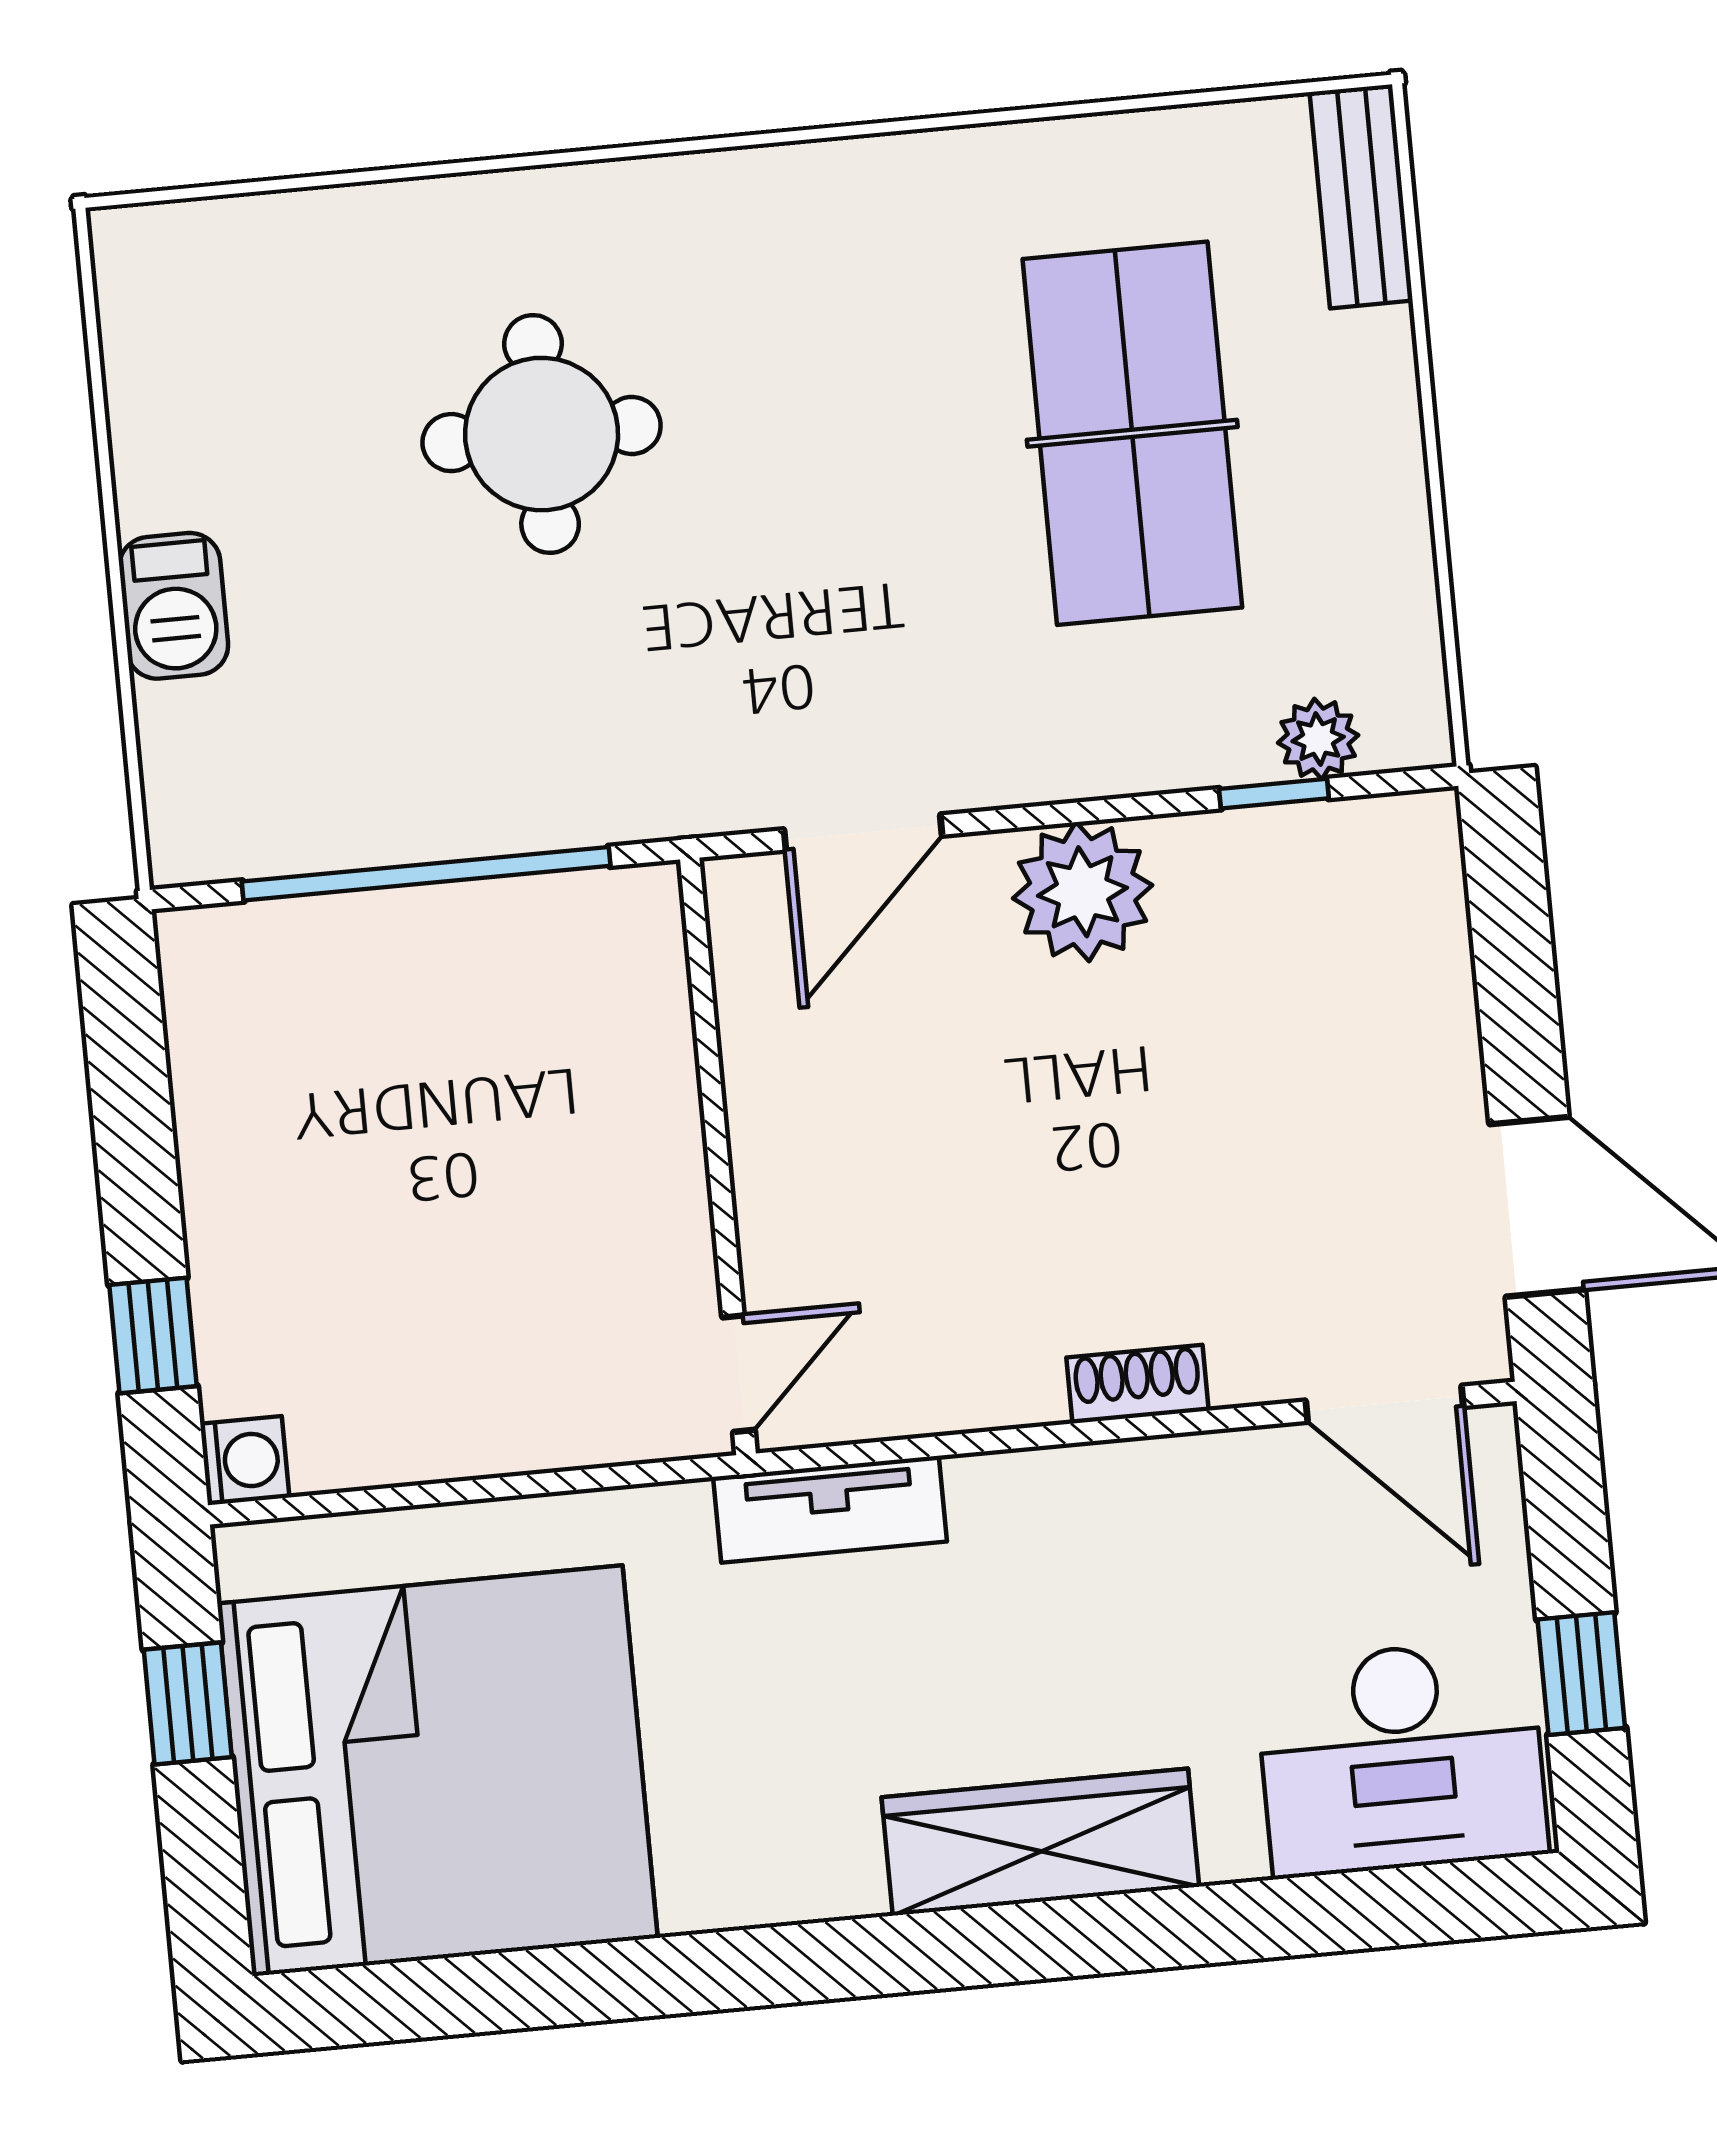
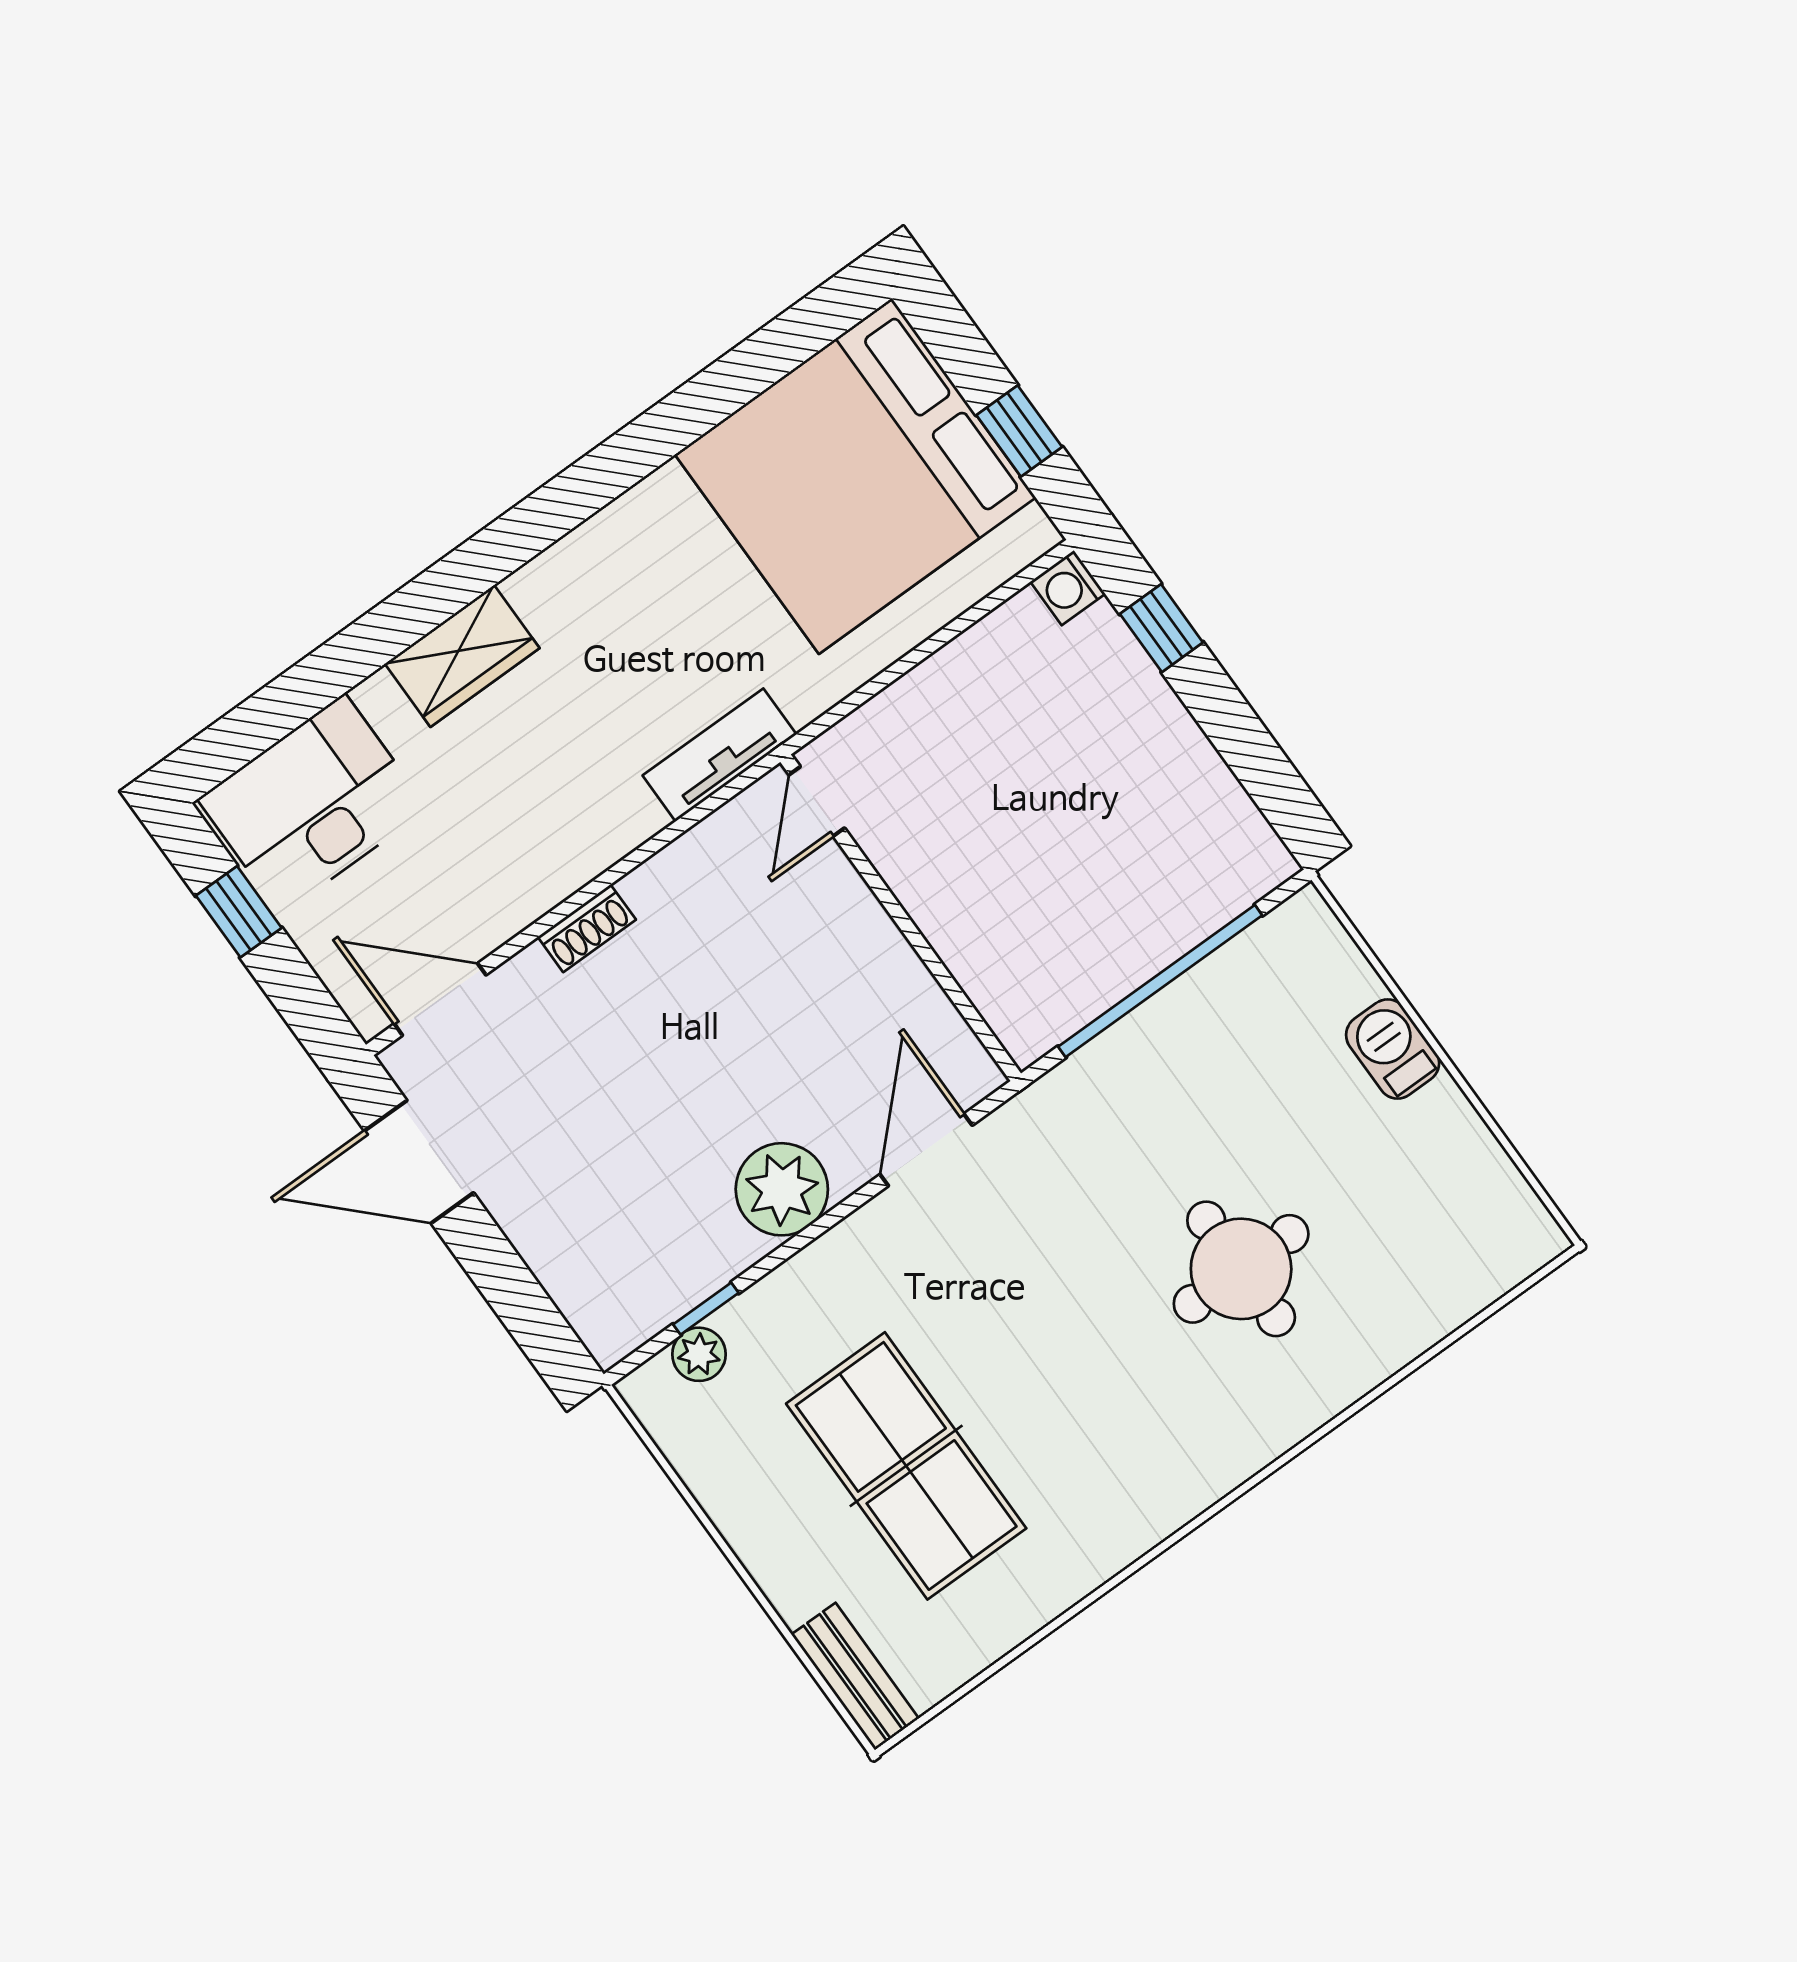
wardrobe: (1040, 1842) -> (462, 656), width x0.67

